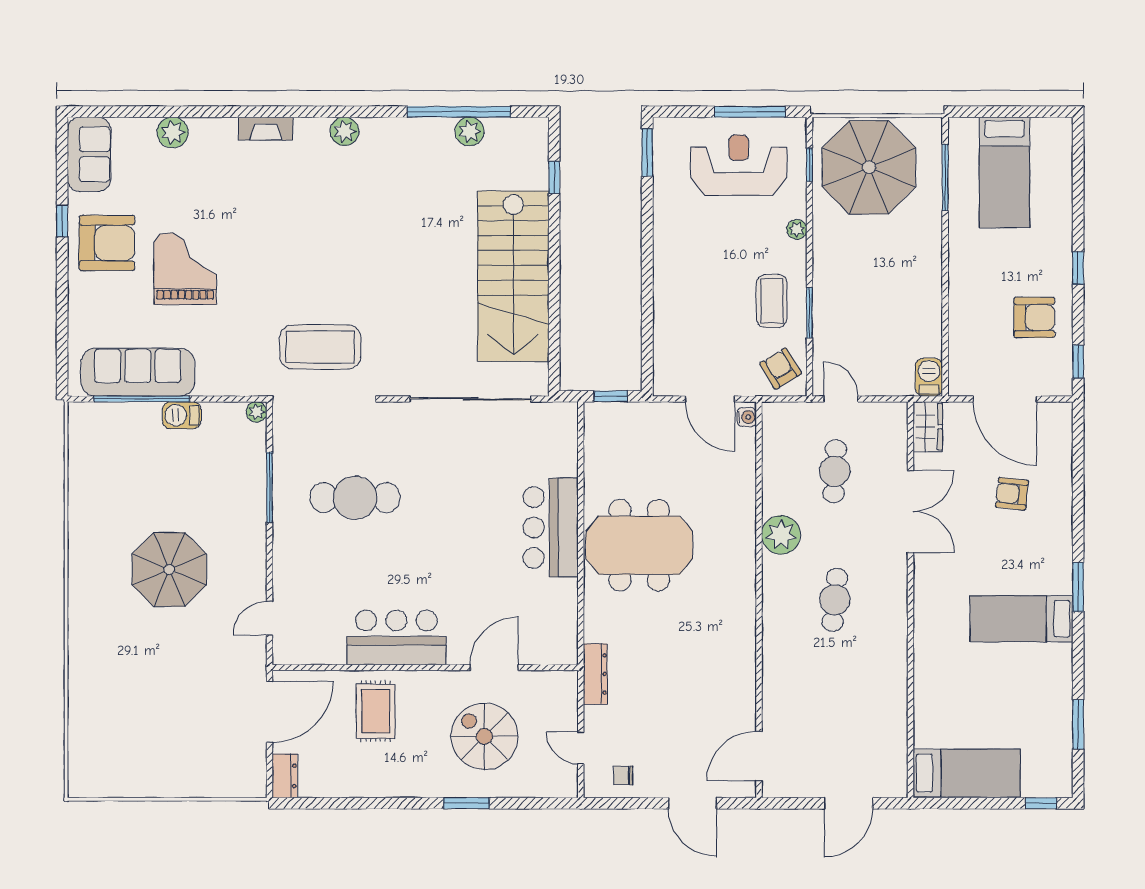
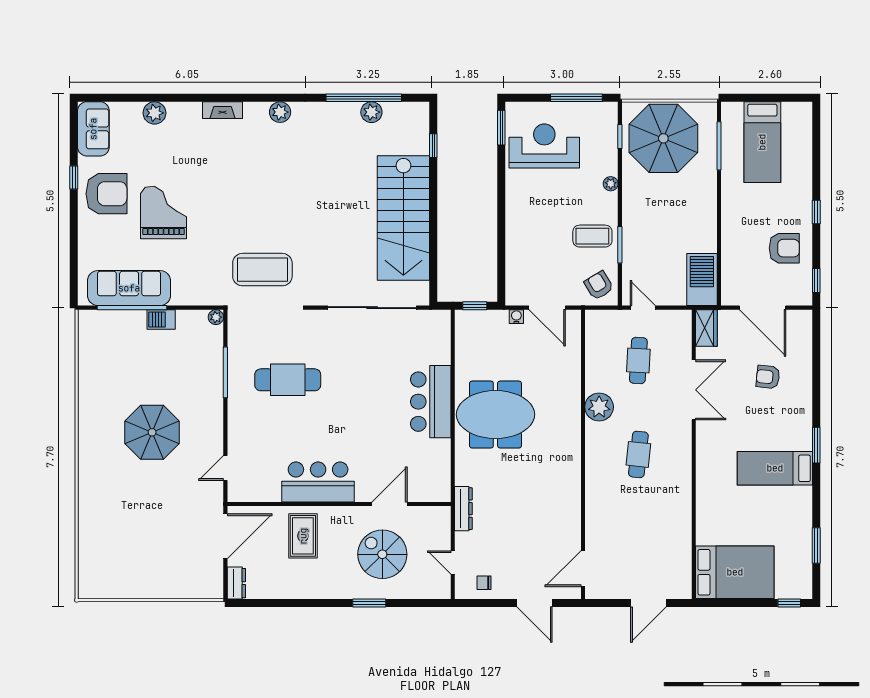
reception desk: (739, 165) -> (544, 146), moved
coffee table: (772, 301) -> (592, 236), turned 90
barbecue: (929, 377) -> (702, 279), width x1.88, depth x1.53
water cooler: (747, 417) -> (516, 317), moved, turned -90
bed: (967, 773) -> (735, 572), width x1.50

